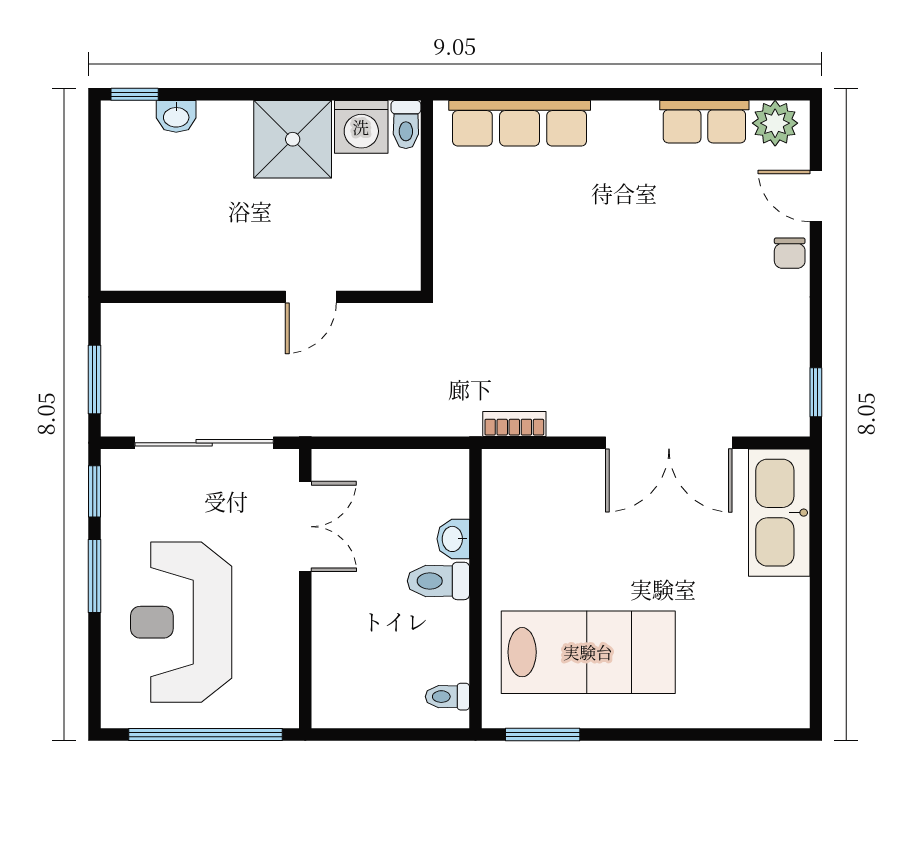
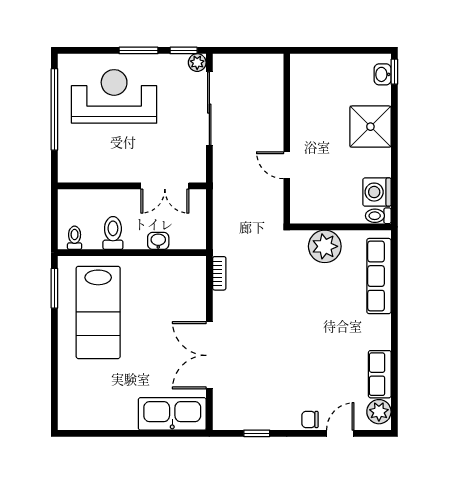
washbasin: (176, 116) -> (383, 74), moved
shower: (293, 139) -> (370, 127), moved
plant: (464, 225) -> (325, 246), added
window: (95, 379) -> (243, 50), removed
window: (816, 392) -> (257, 433), moved
plant: (117, 466) -> (197, 63), added
double door: (305, 527) -> (165, 186), moved
toilet: (438, 581) -> (113, 233), moved
wall: (305, 589) -> (132, 186), moved

